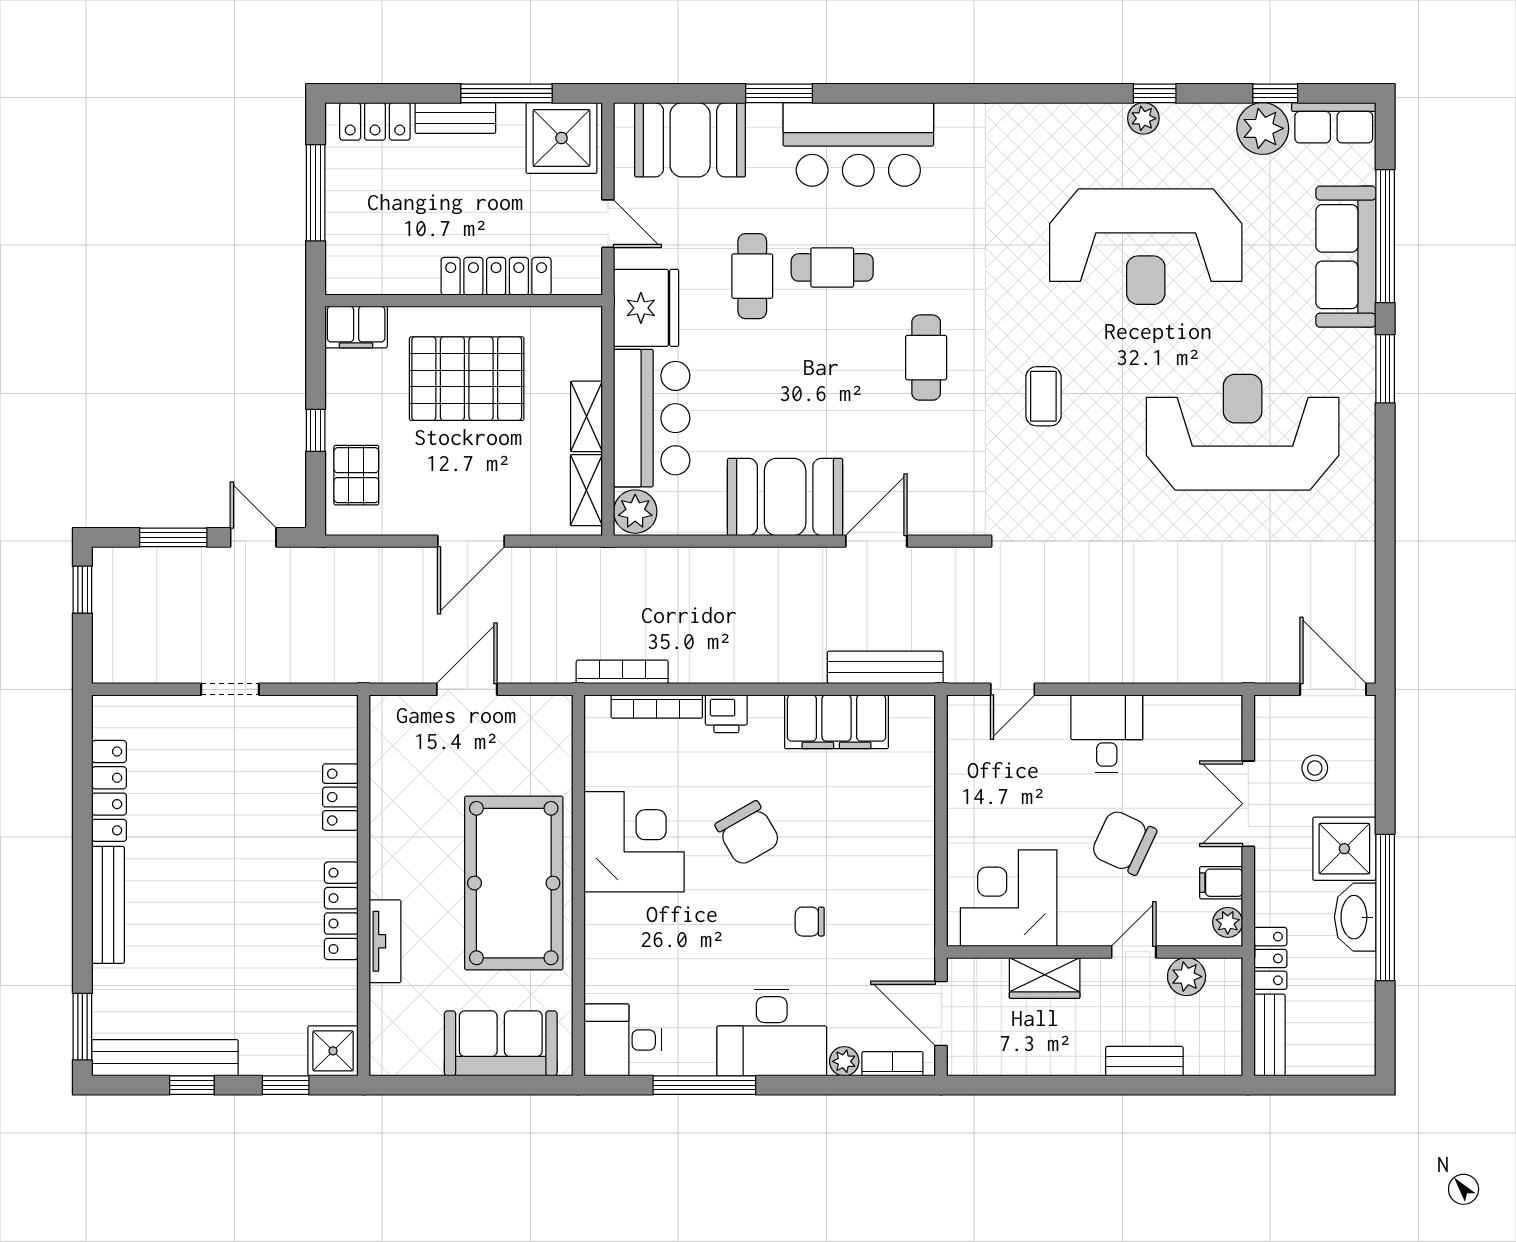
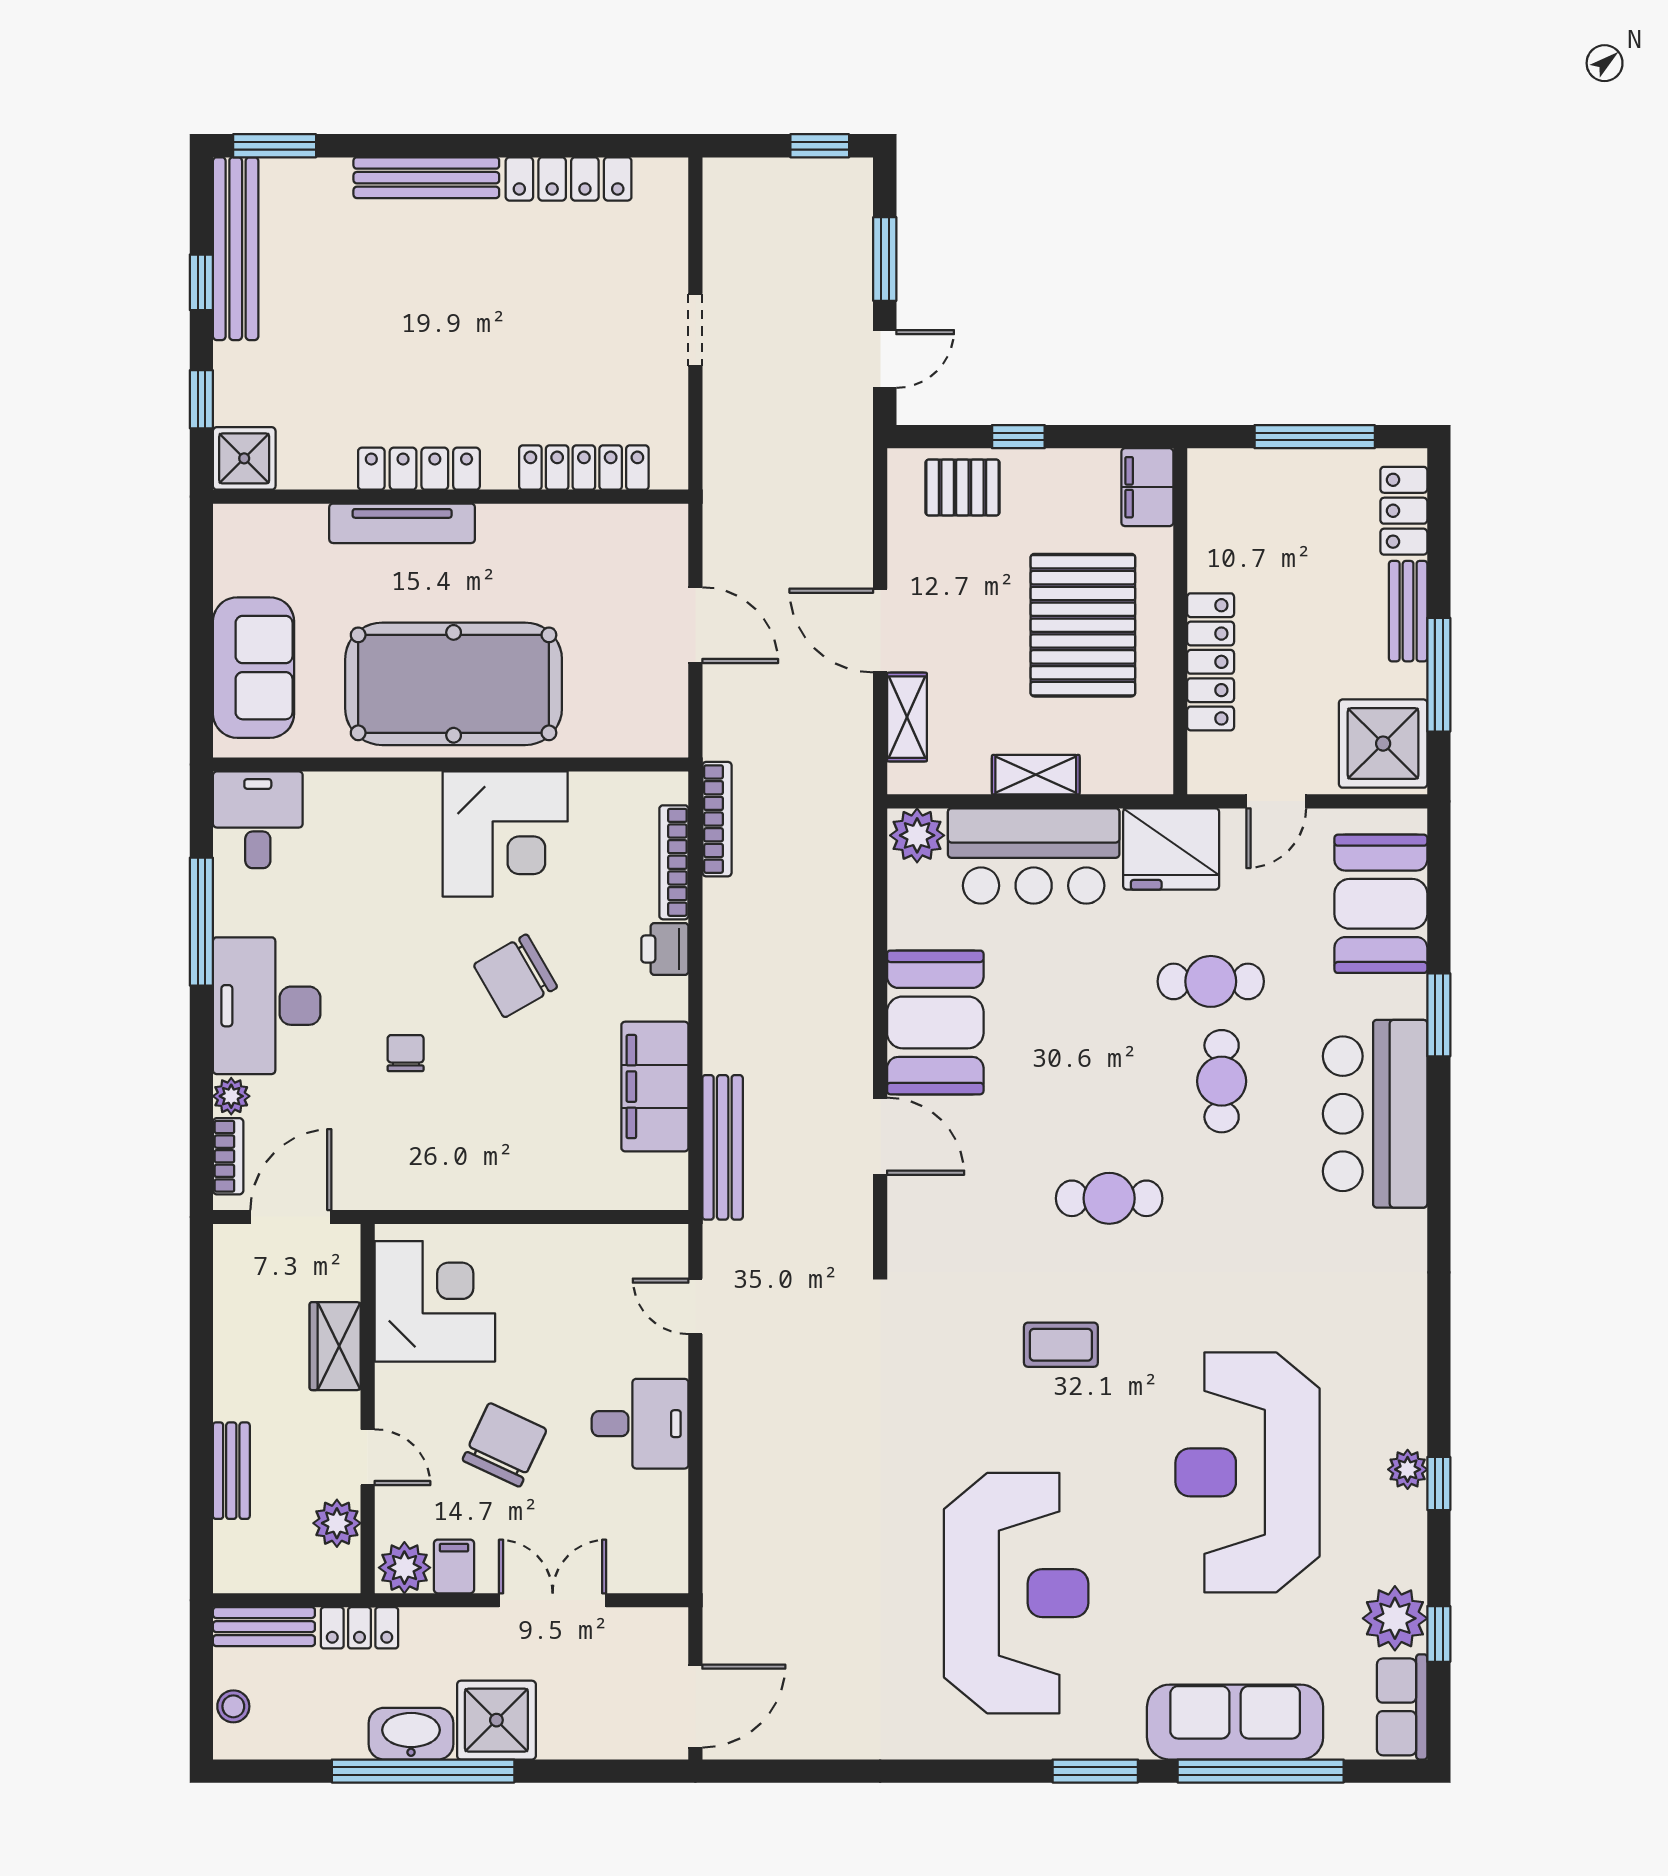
shelving: (586, 490) -> (907, 717), moved, turned 90
stool: (1315, 768) -> (233, 1706), moved
locker: (340, 797) -> (584, 468), width x1.53
plant: (1228, 922) -> (404, 1568), width x1.38, depth x1.38
tv unit: (385, 941) -> (402, 523), width x1.41

